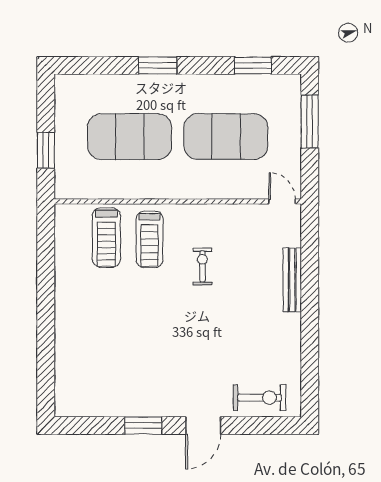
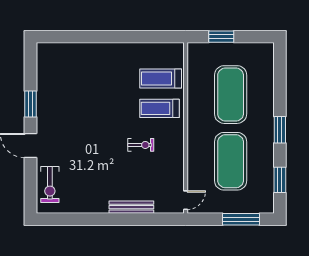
window: (158, 65) -> (280, 130), moved

